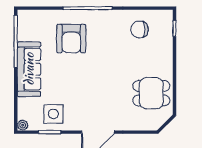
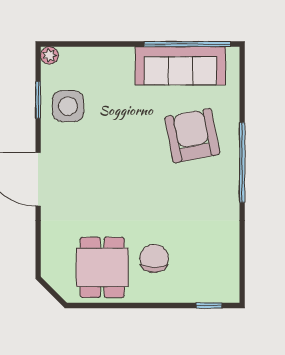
chair: (140, 29) -> (154, 258), moved
armchair: (71, 39) -> (192, 136), turned 79
sofa: (29, 69) -> (180, 66), moved

